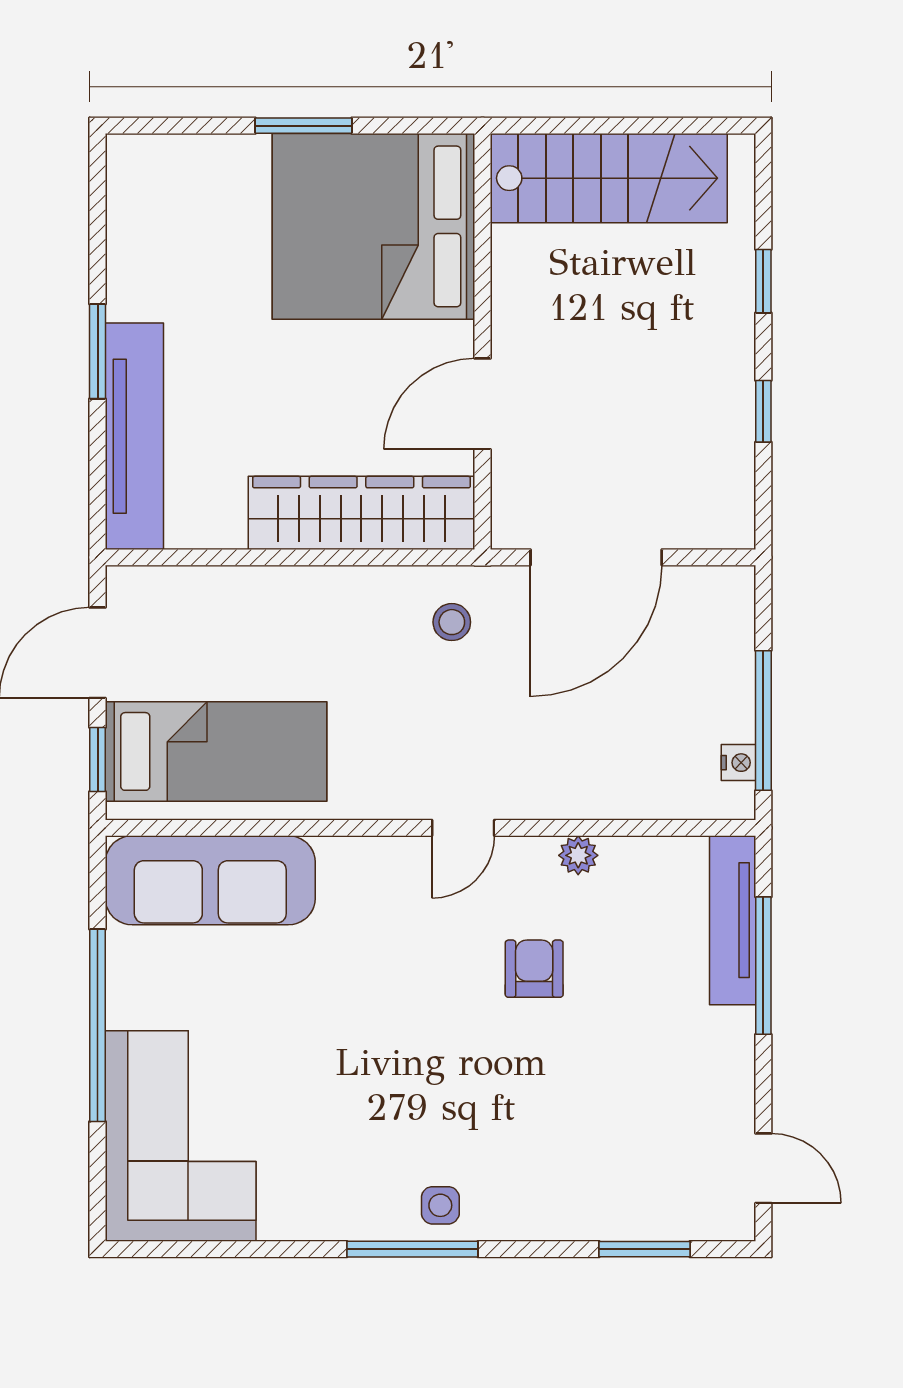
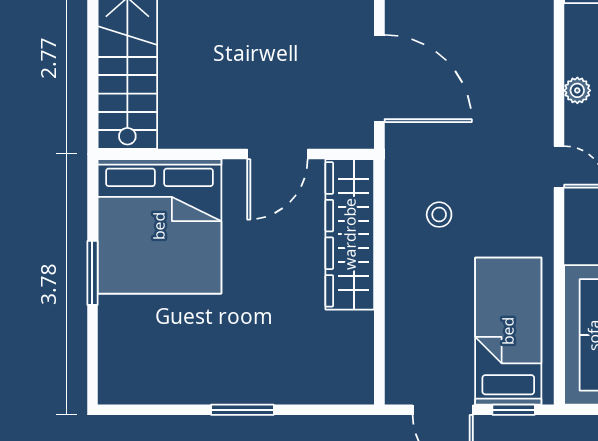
door: (482, 404) -> (277, 154), hinge flipped
tv unit: (134, 436) -> (299, 385), removed
stool: (452, 622) -> (439, 215), moved

